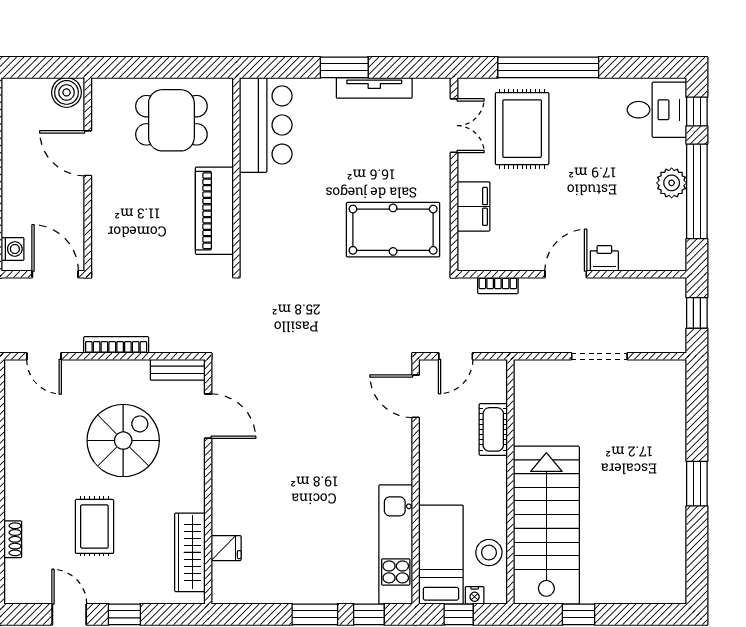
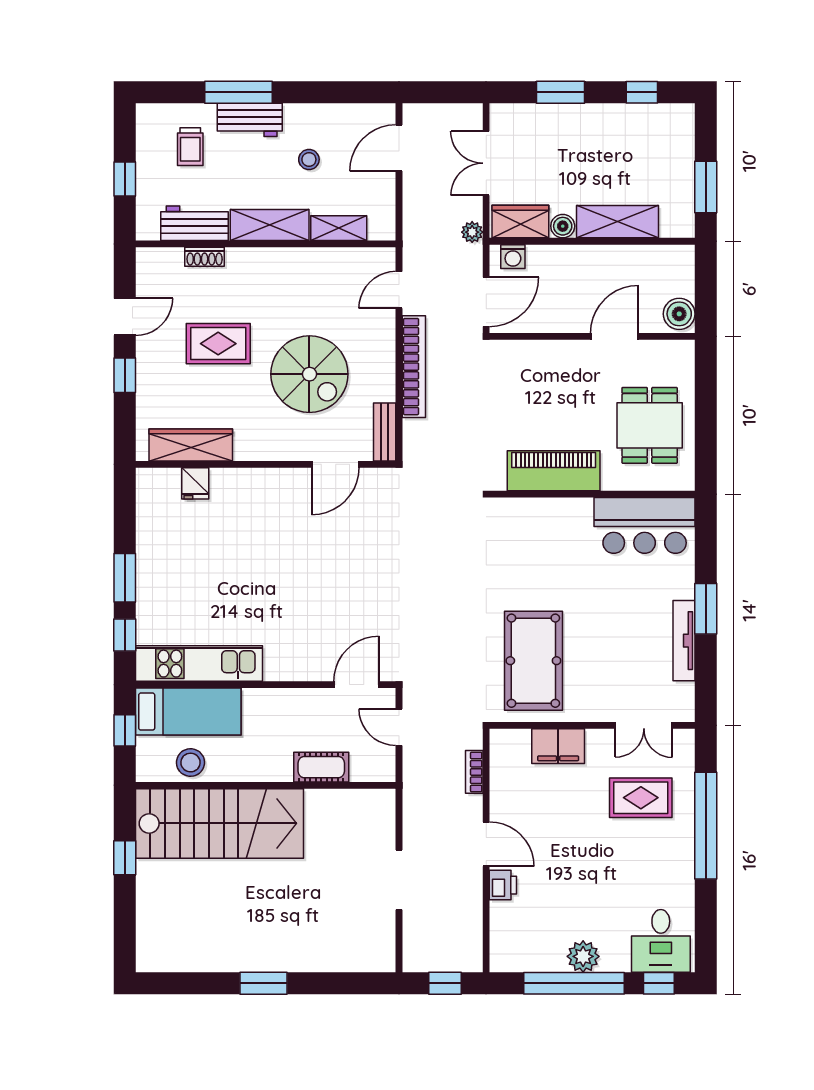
rug: (522, 129) -> (641, 798), width x0.73, depth x0.70
bookcase: (116, 345) -> (414, 367), width x1.48, depth x1.31
nightstand: (475, 595) -> (145, 747), removed

